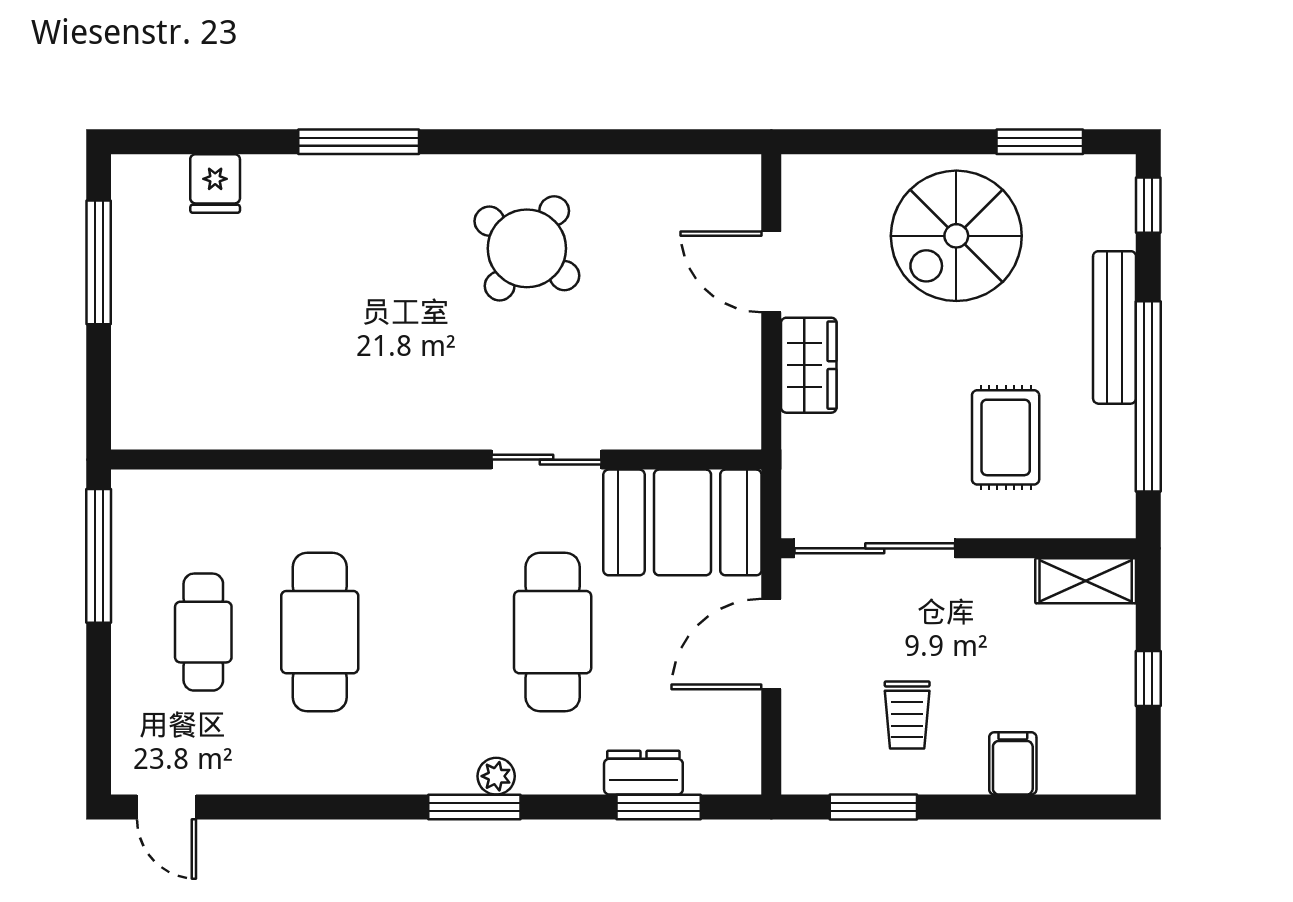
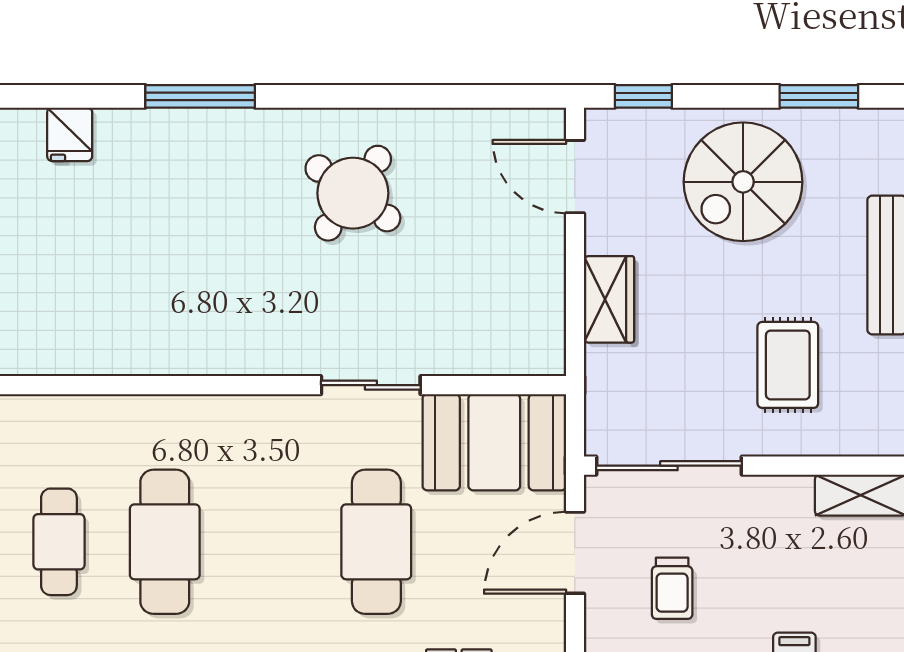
window: (847, 142) -> (643, 96), added
door: (771, 272) -> (575, 177), moved
trolley: (907, 715) -> (672, 588), moved

